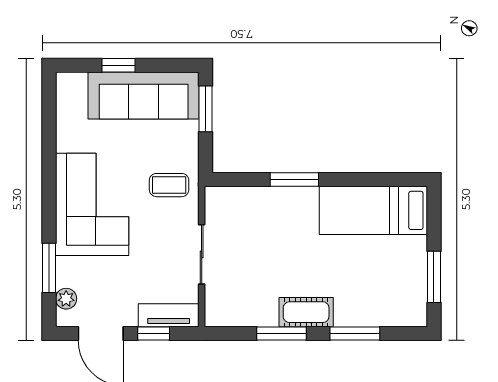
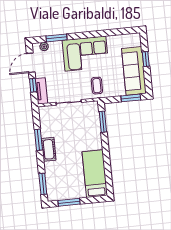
window: (294, 179) -> (103, 122), moved
window: (355, 333) -> (43, 184), moved

